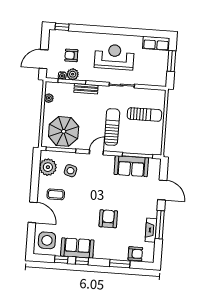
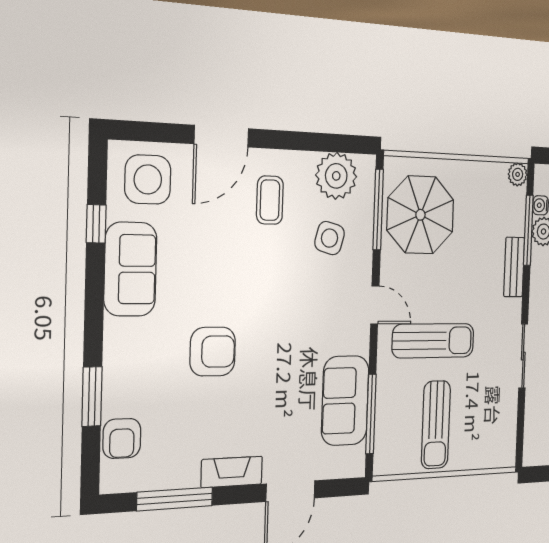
plant: (49, 98) -> (518, 174), moved
sun lounger: (144, 114) -> (436, 425), moved
window: (160, 225) -> (175, 499), moved
fireplace: (151, 230) -> (232, 472), moved
window: (82, 261) -> (95, 285), removed

